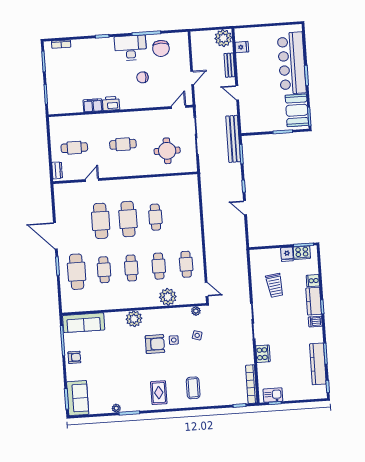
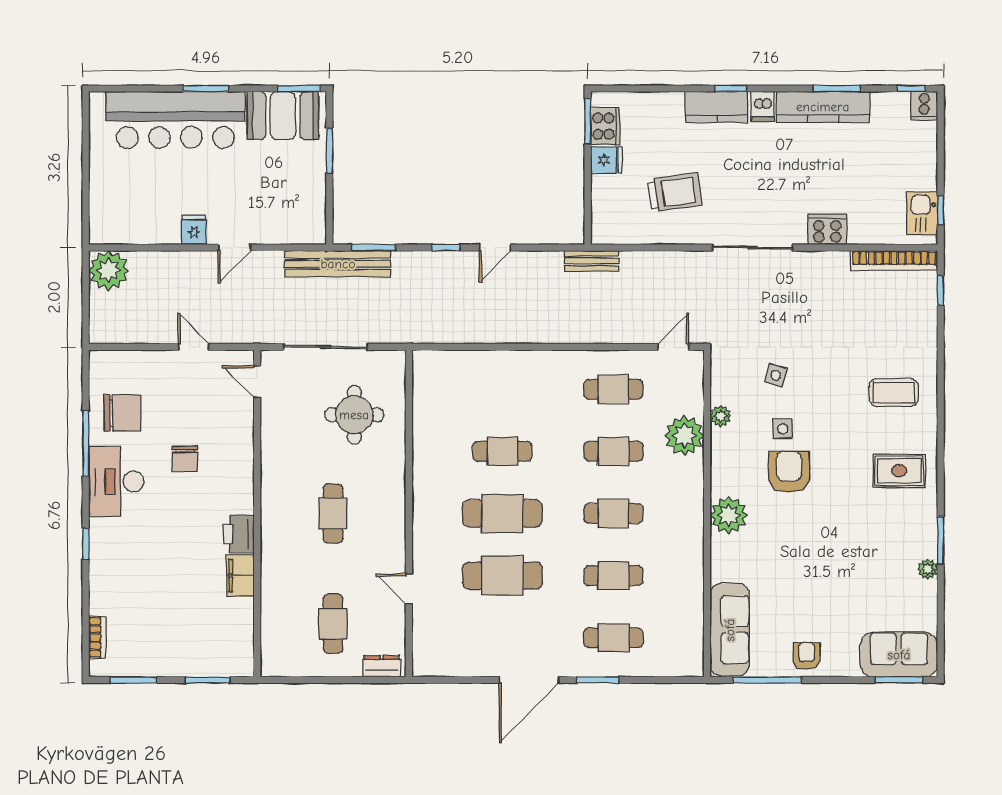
fridge: (242, 47) -> (194, 230), moved
bench: (229, 65) -> (592, 261), moved
cafe table: (77, 272) -> (613, 638), width x0.73, depth x0.74
cooker: (313, 281) -> (924, 106), moved
plant: (196, 311) -> (720, 416), moved
kitchen counter: (318, 364) -> (823, 107), moved

